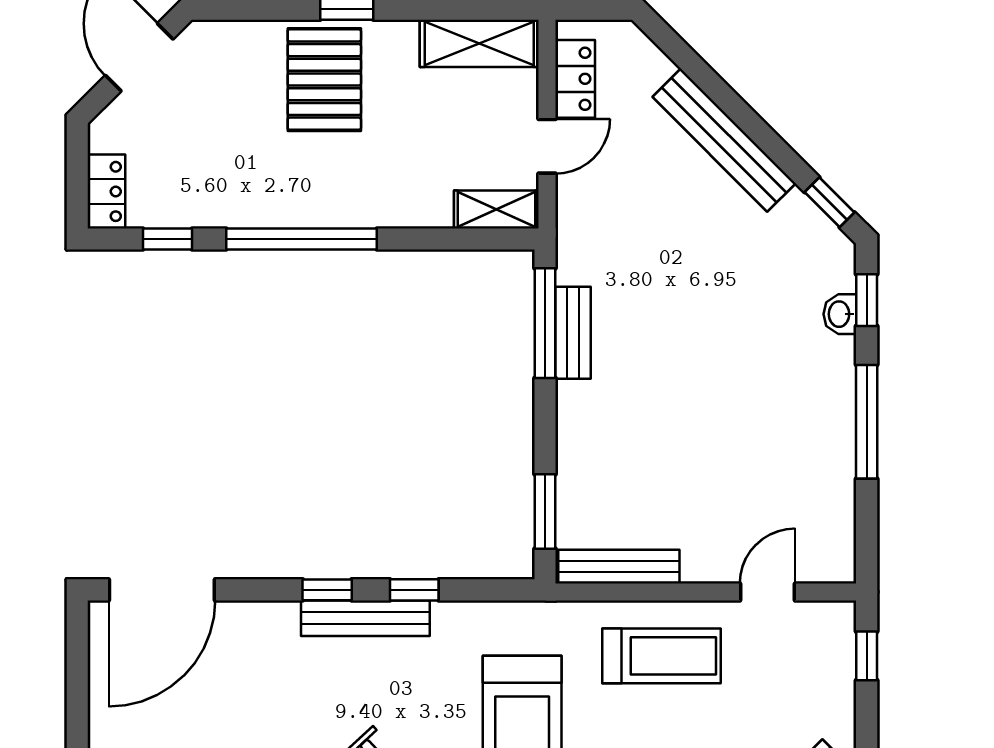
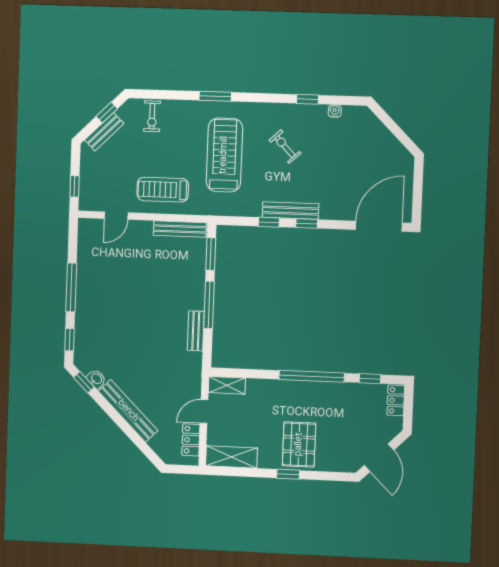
washbasin: (840, 314) -> (96, 379), moved, turned -45
window: (545, 323) -> (209, 305), moved

